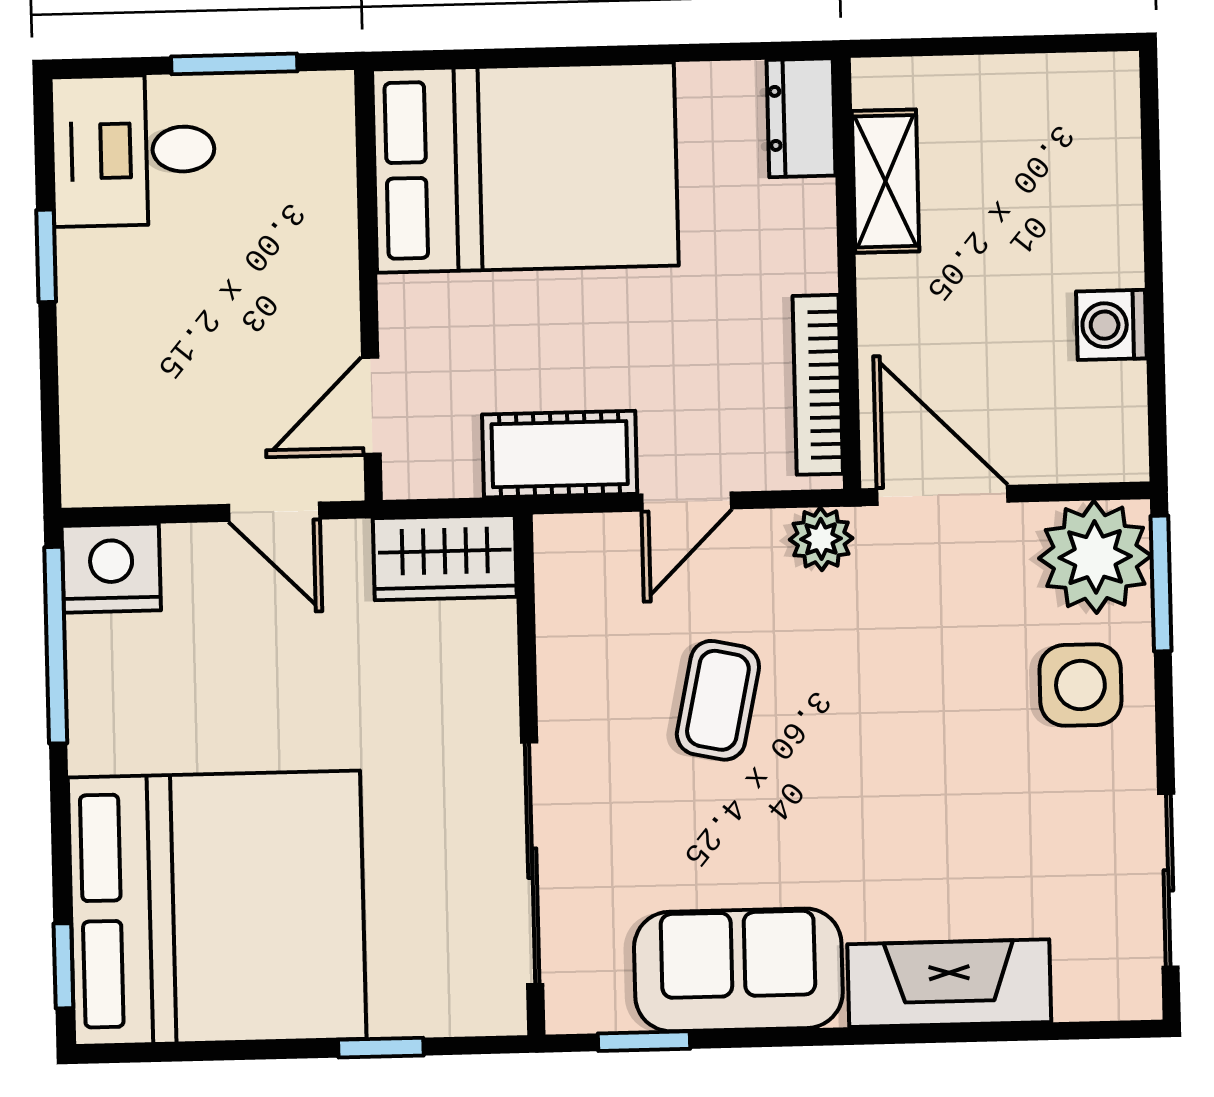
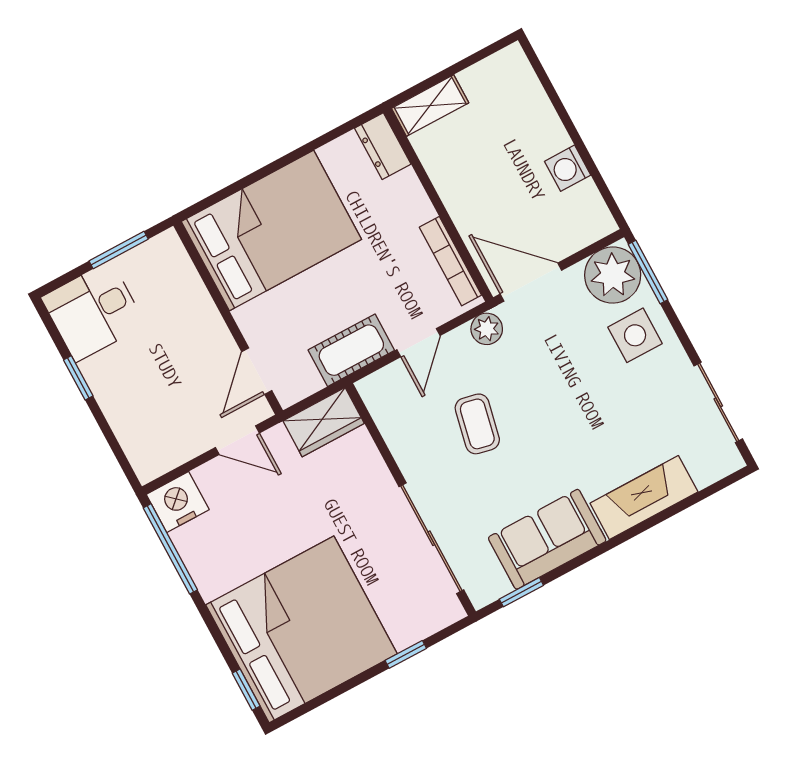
shelving: (886, 181) -> (430, 106), moved, turned 90

